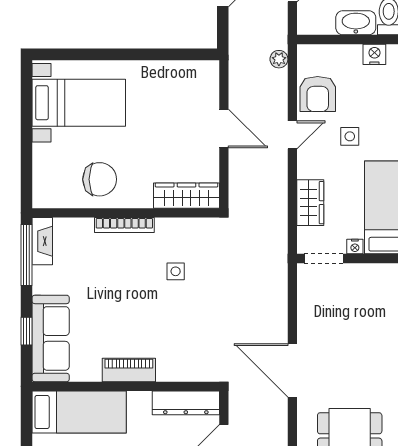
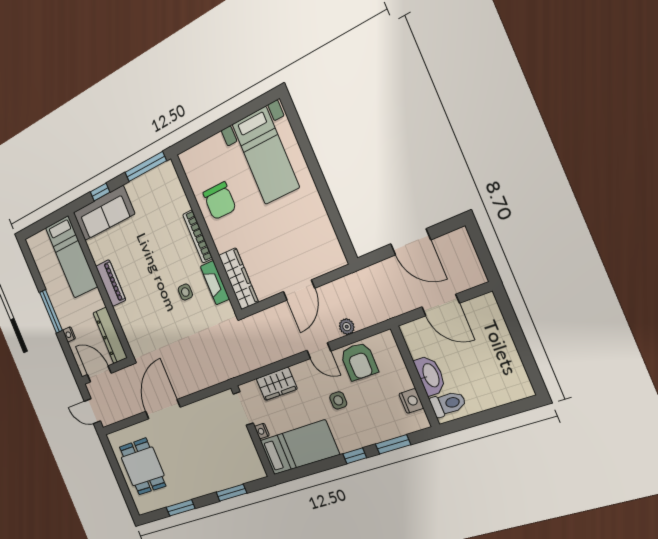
plant: (279, 59) -> (347, 327), moved
armchair: (318, 94) -> (359, 361), turned -90
fireplace: (42, 241) -> (215, 283), moved, turned 90

